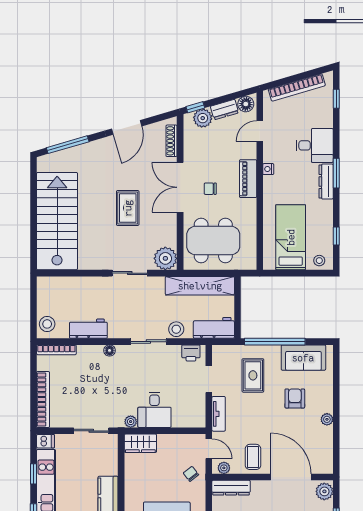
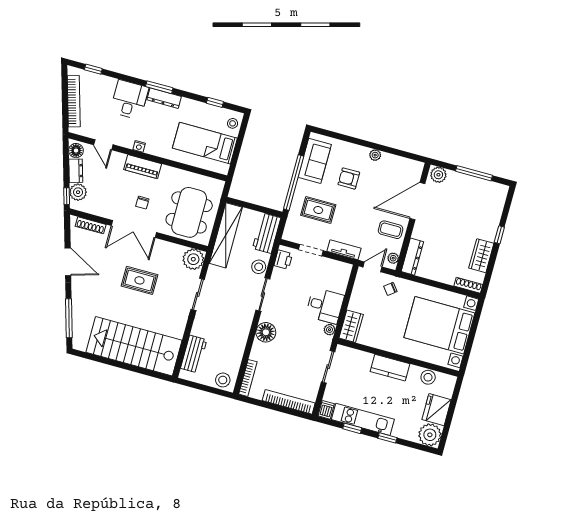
workbench: (88, 329) -> (194, 354), moved, turned 180
floor lamp: (110, 350) -> (266, 332), width x1.89, depth x1.89

